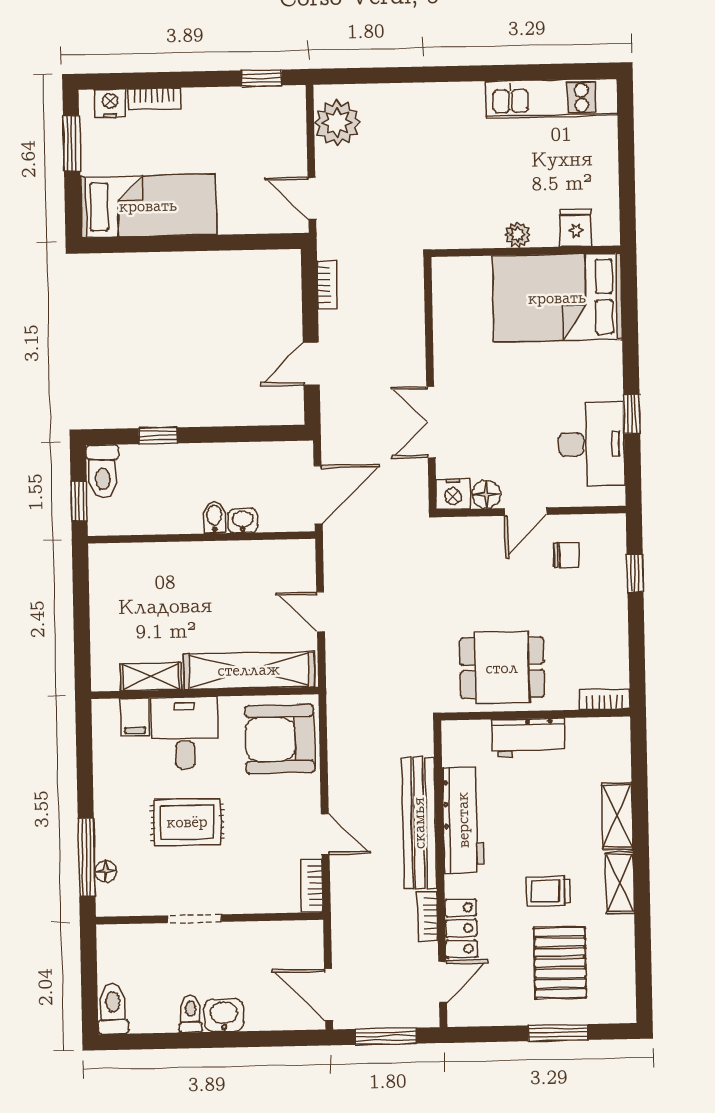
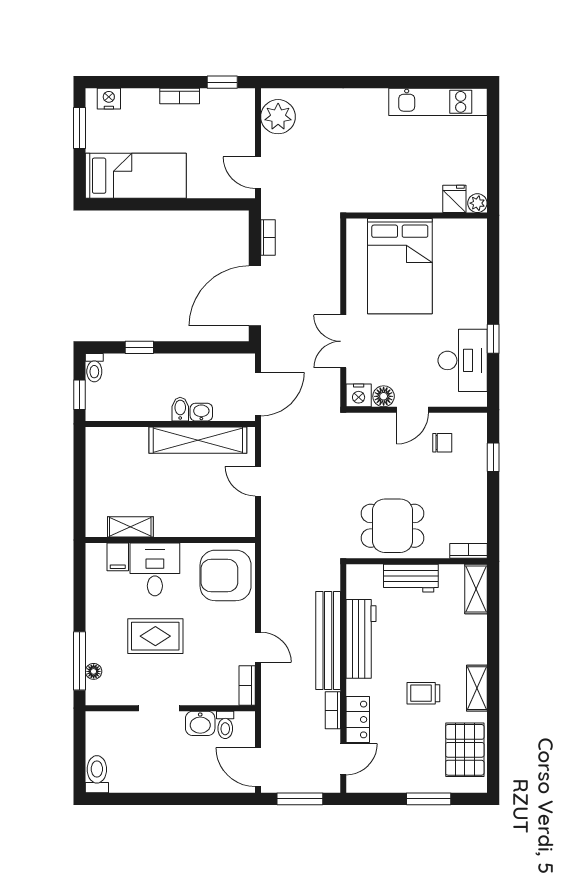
bookcase: (154, 99) -> (180, 96), moved
plant: (518, 235) -> (477, 203), moved
bed: (557, 298) -> (400, 266), moved, turned -90
door: (311, 364) -> (255, 296), width x1.88
toilet: (103, 471) -> (94, 368), width x0.73, depth x0.72
shelving: (249, 670) -> (198, 440), moved
shelving: (617, 816) -> (476, 589), moved
pallet: (560, 963) -> (465, 750), moved
toilet: (191, 1014) -> (225, 725), moved, turned 180
washbasin: (224, 1015) -> (200, 723), moved, turned 180

